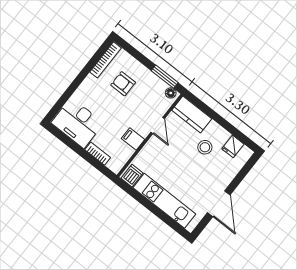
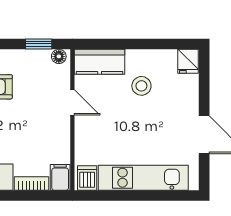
window: (165, 77) -> (39, 44), width x0.67
filing cabinet: (133, 139) -> (60, 177), moved, turned 90
fridge: (233, 146) -> (188, 61), moved

